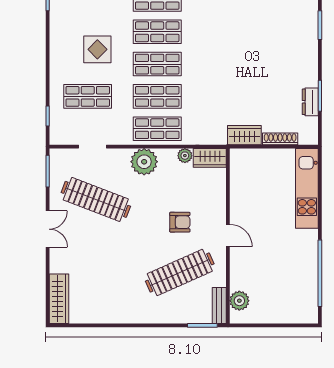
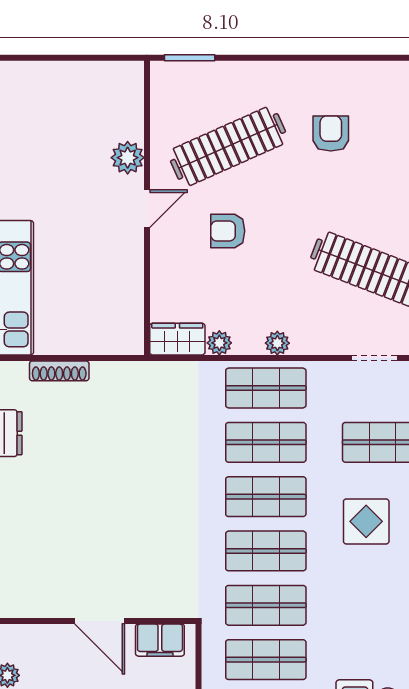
wardrobe: (244, 135) -> (119, 377), removed
plant: (144, 162) -> (277, 343), width x0.53, depth x0.53
door: (228, 235) -> (147, 209), swing flipped
armchair: (119, 280) -> (331, 134), added
plant: (239, 301) -> (128, 158), moved
bench: (219, 306) -> (161, 91), removed

